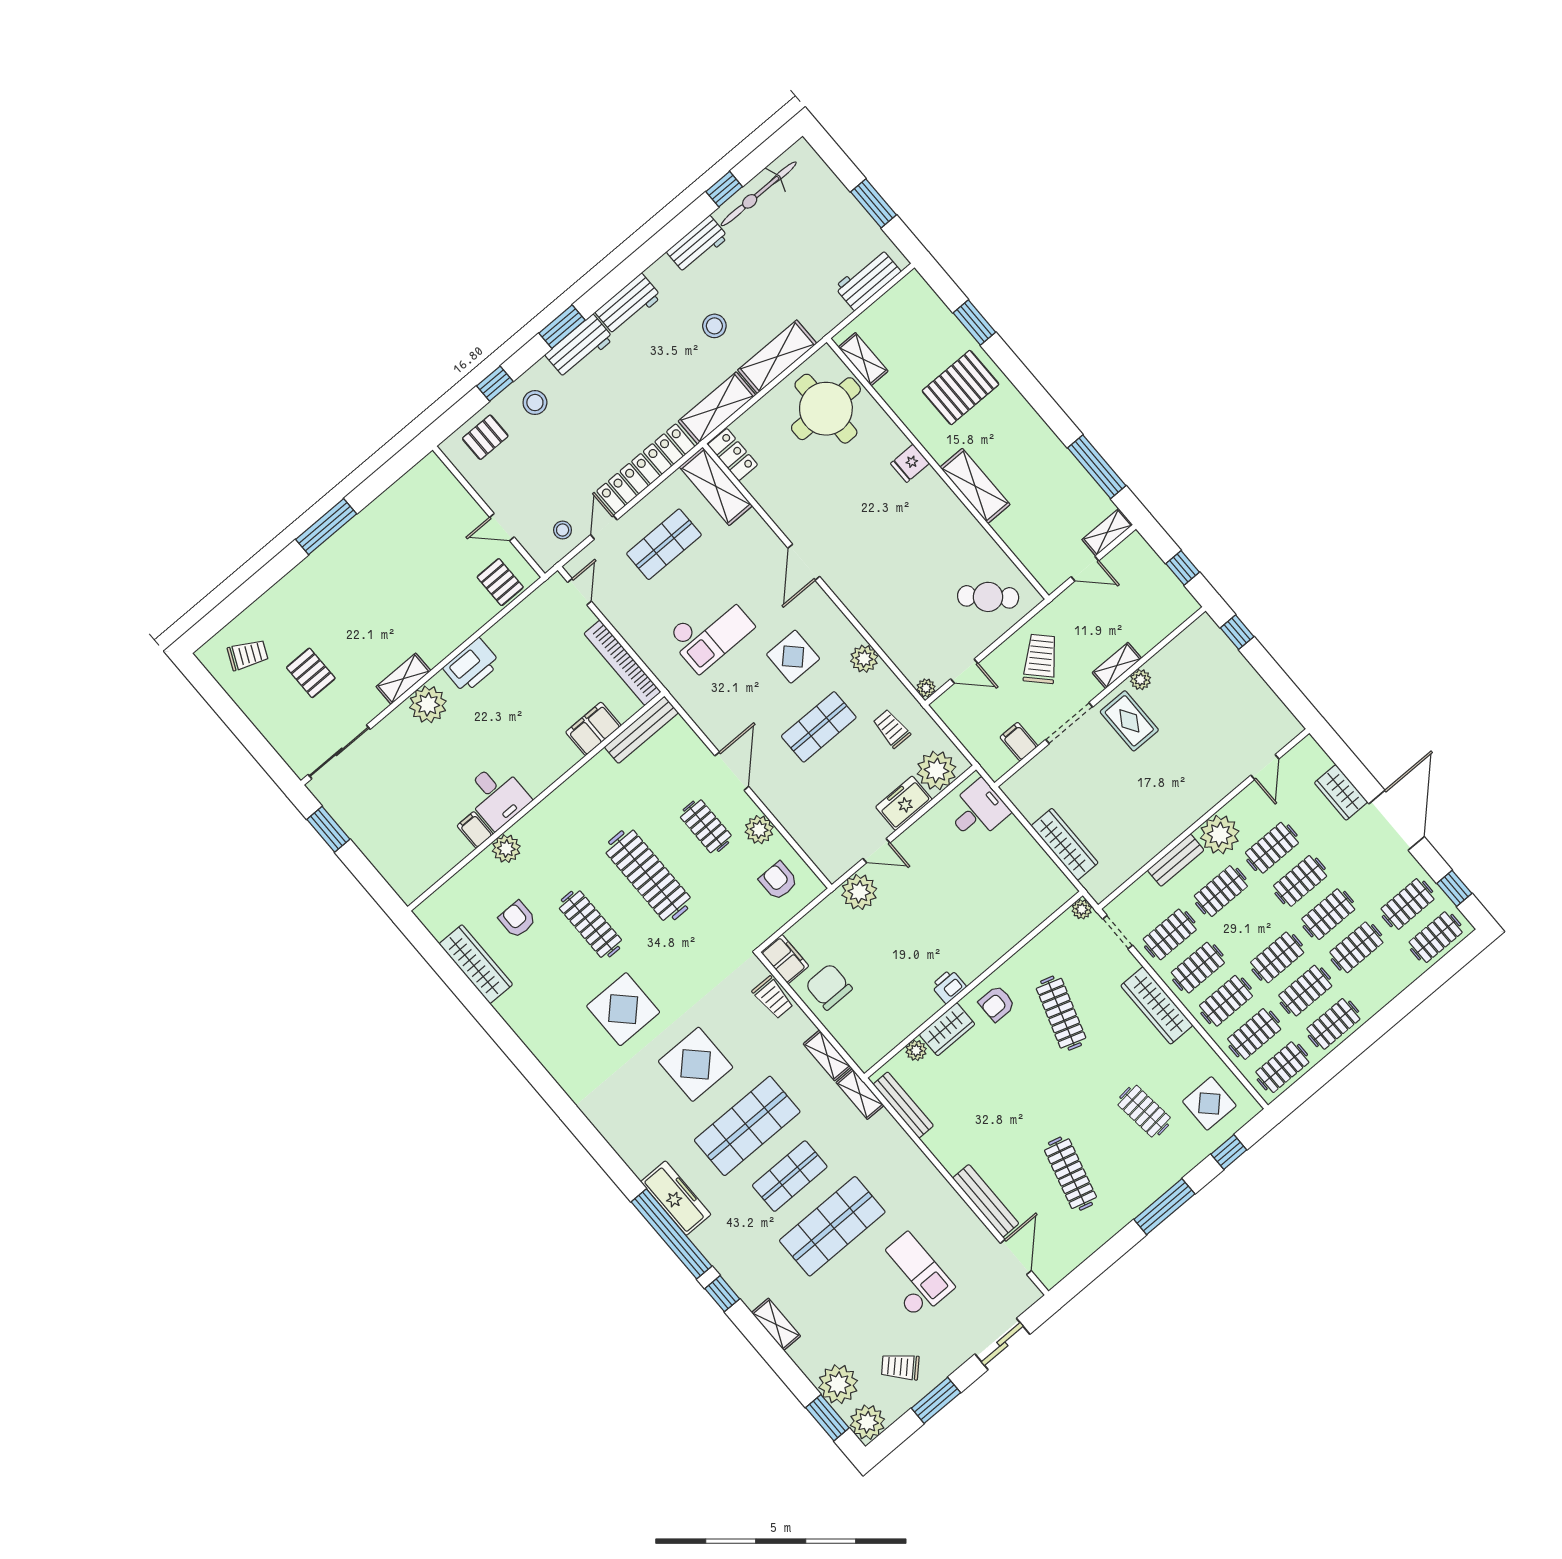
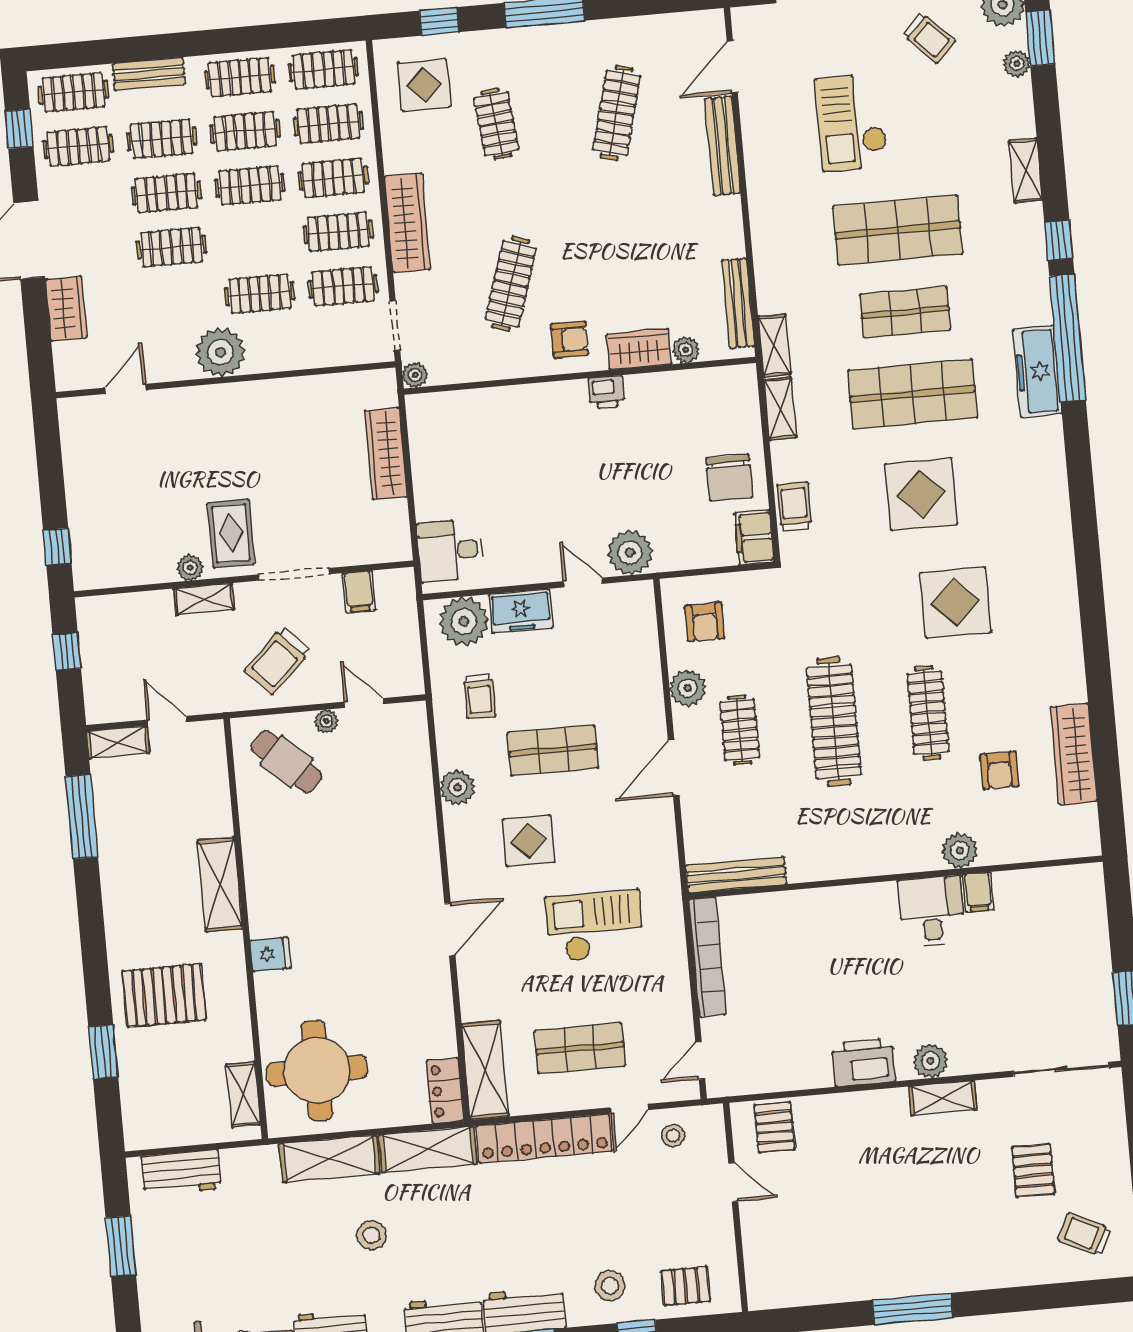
plant: (926, 688) -> (326, 721), moved
plant: (428, 704) -> (930, 1061), width x0.73, depth x0.73
filing cabinet: (593, 729) -> (785, 910), removed
clothes rail: (1272, 848) -> (176, 301), removed
bench: (1176, 860) -> (149, 74), moved
plant: (838, 1384) -> (1017, 64), width x0.53, depth x0.53

